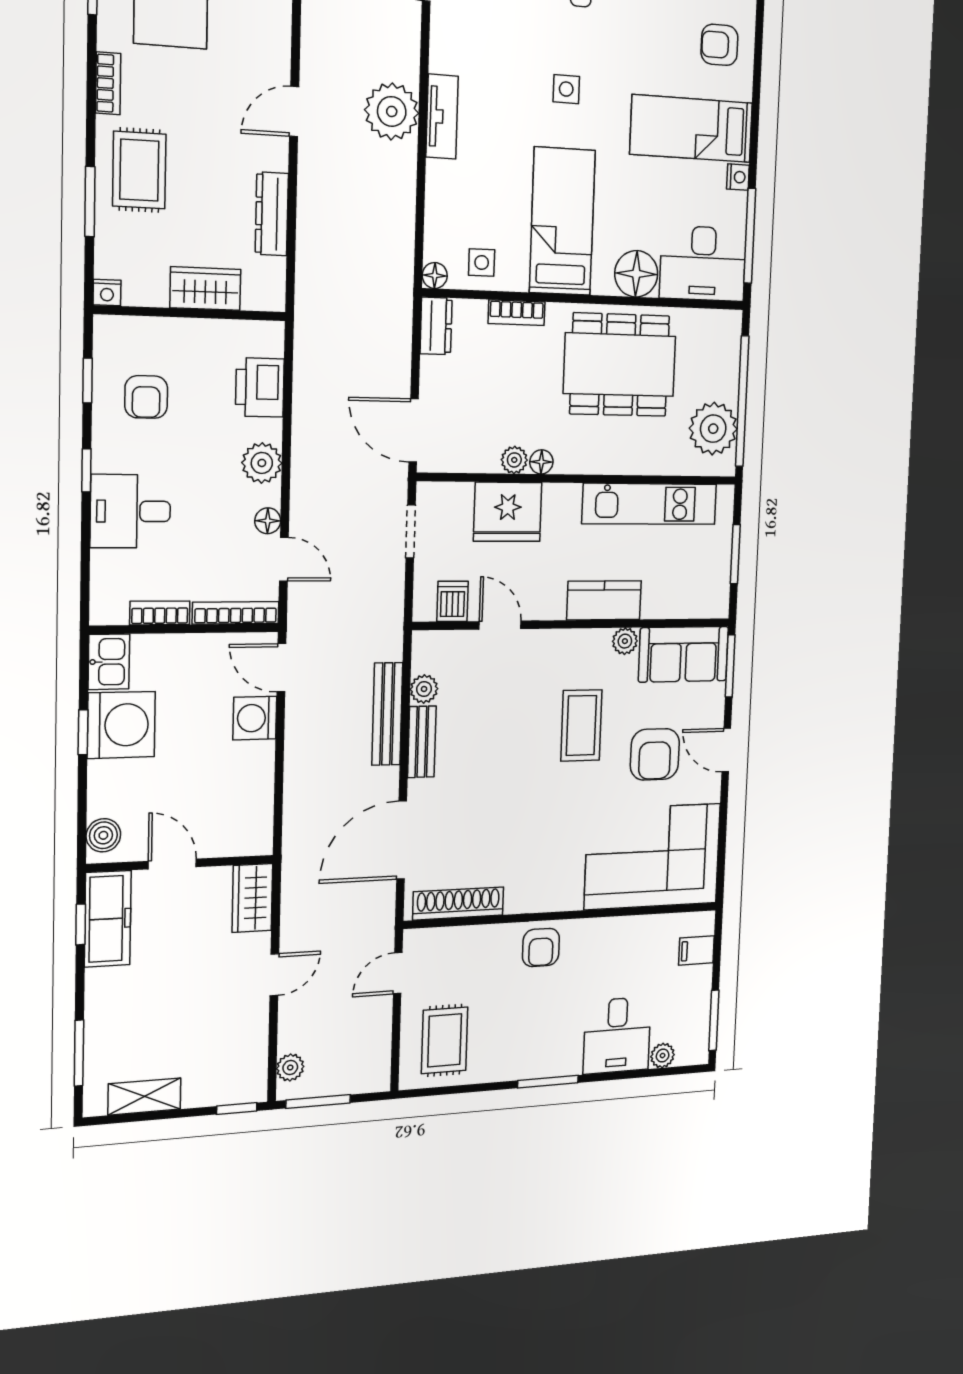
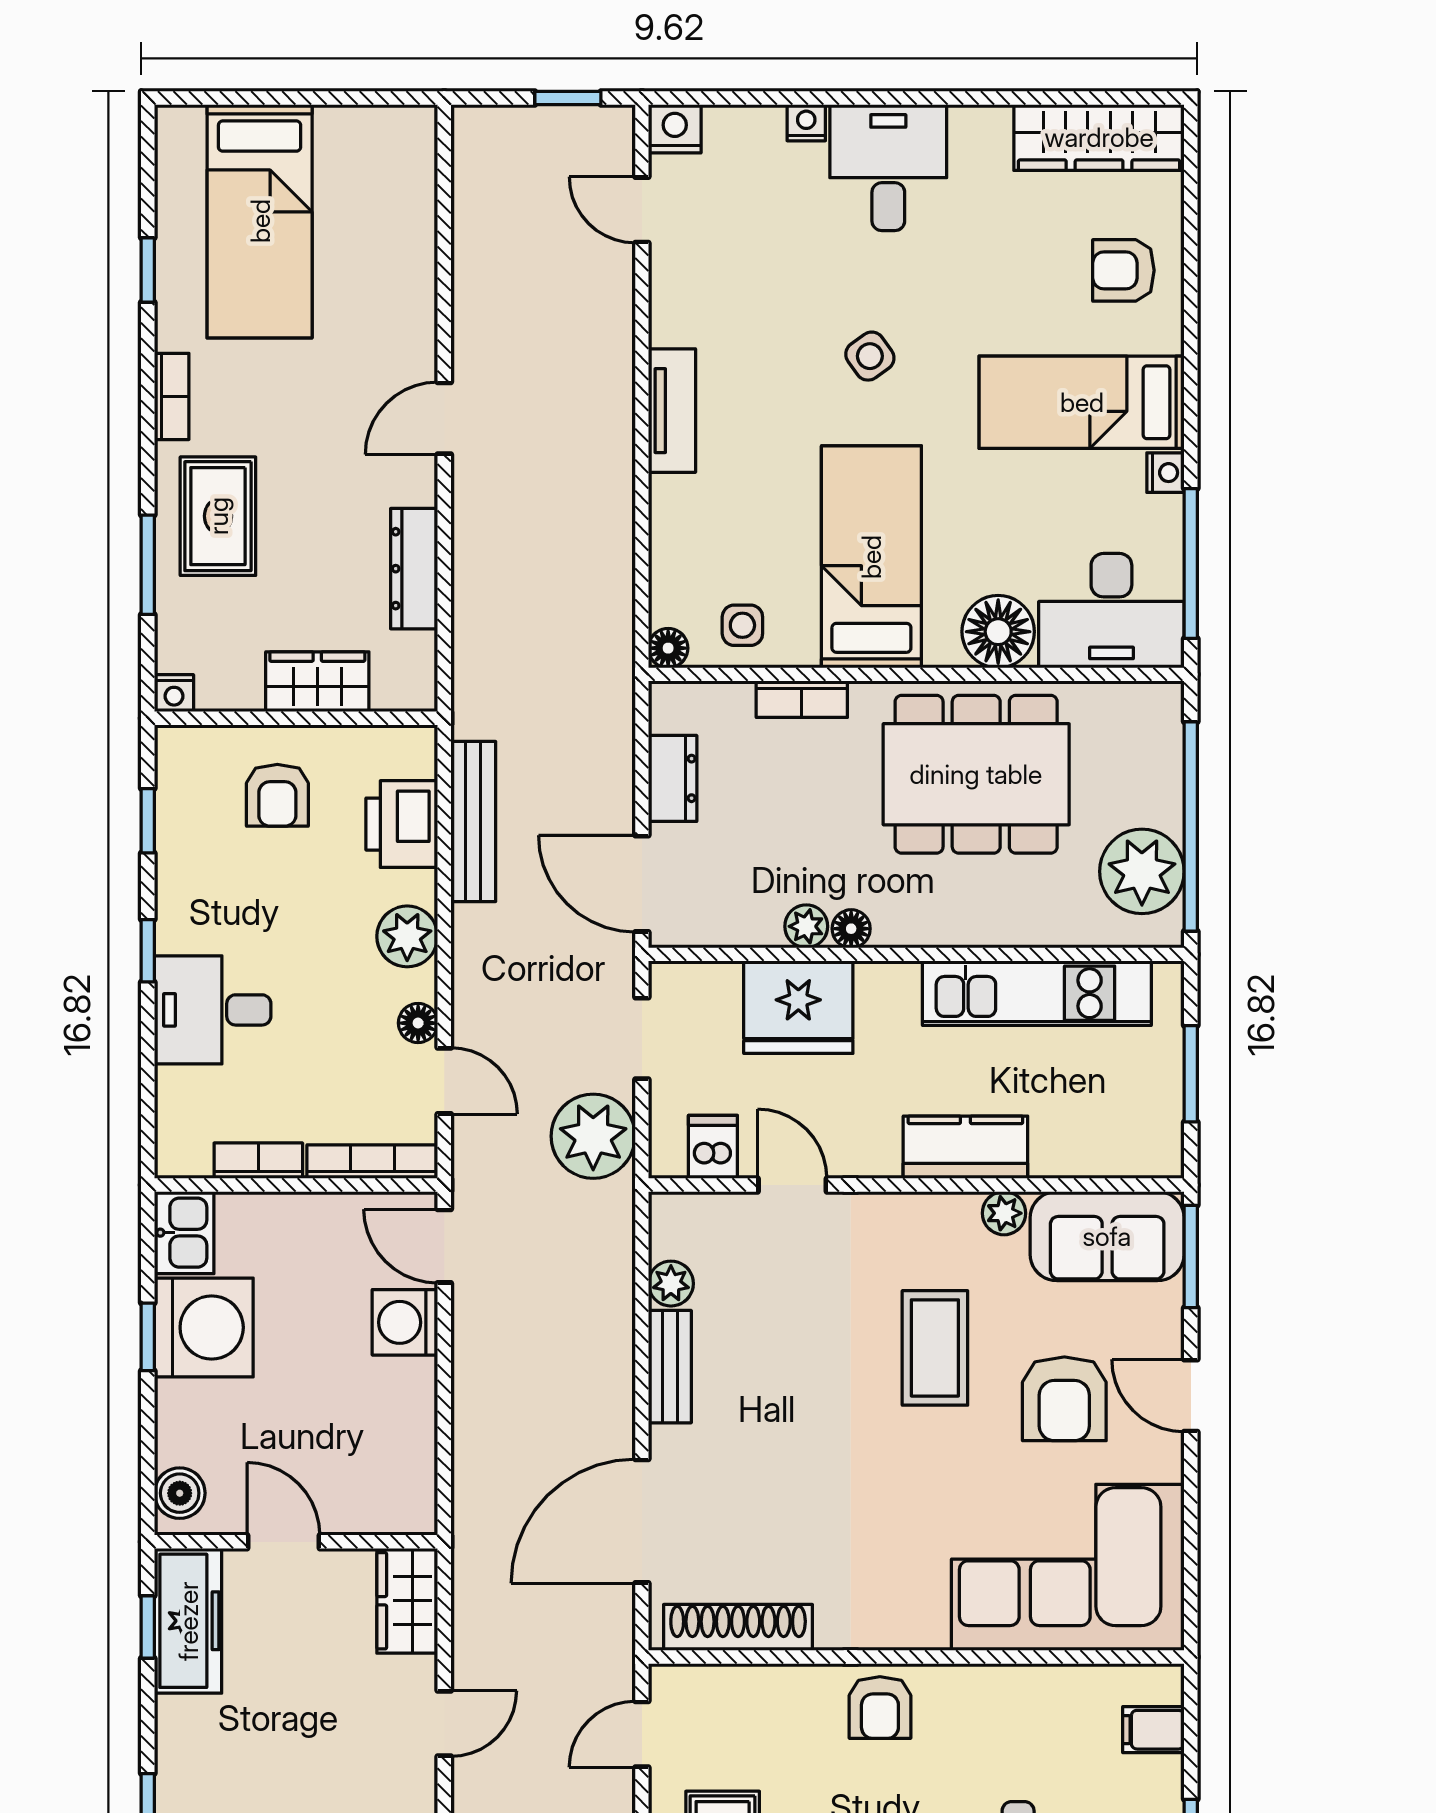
side table: (566, 89) -> (870, 356), turned -36
plant: (392, 111) -> (593, 1136), moved
dresser: (436, 326) -> (673, 778), moved
armchair: (146, 397) -> (277, 795), moved
bench: (387, 714) -> (473, 822), moved

